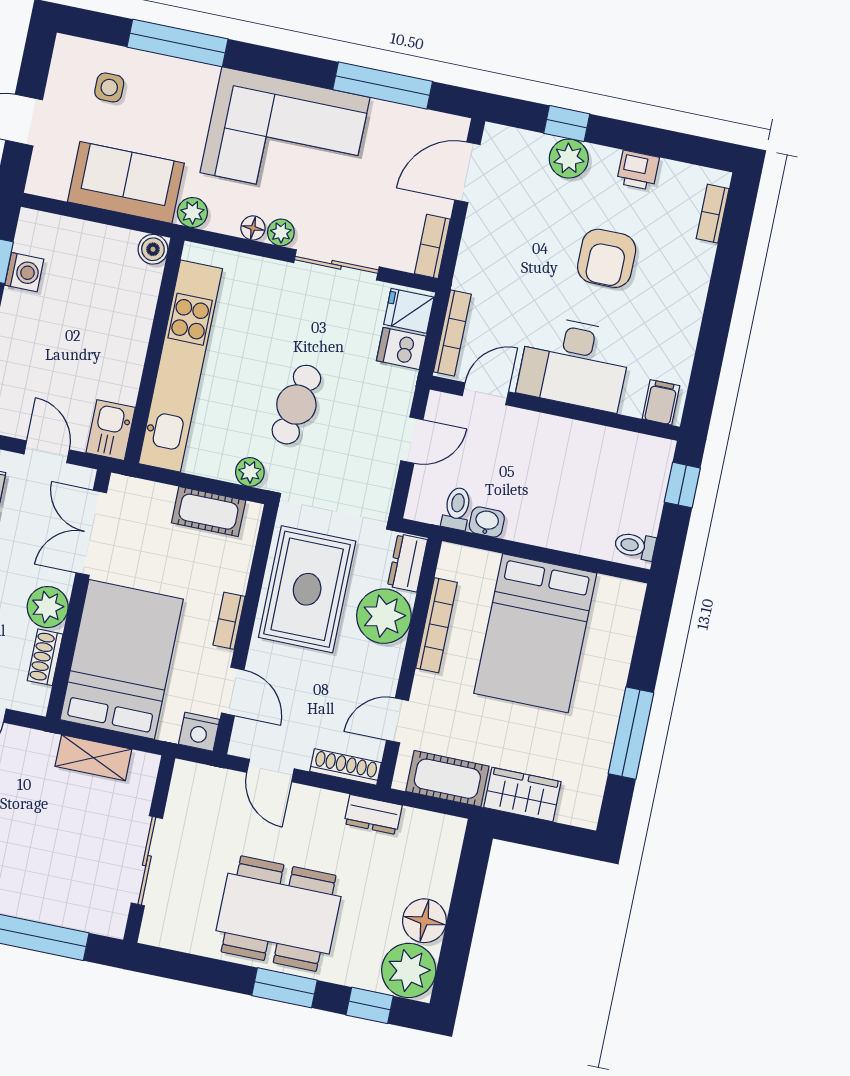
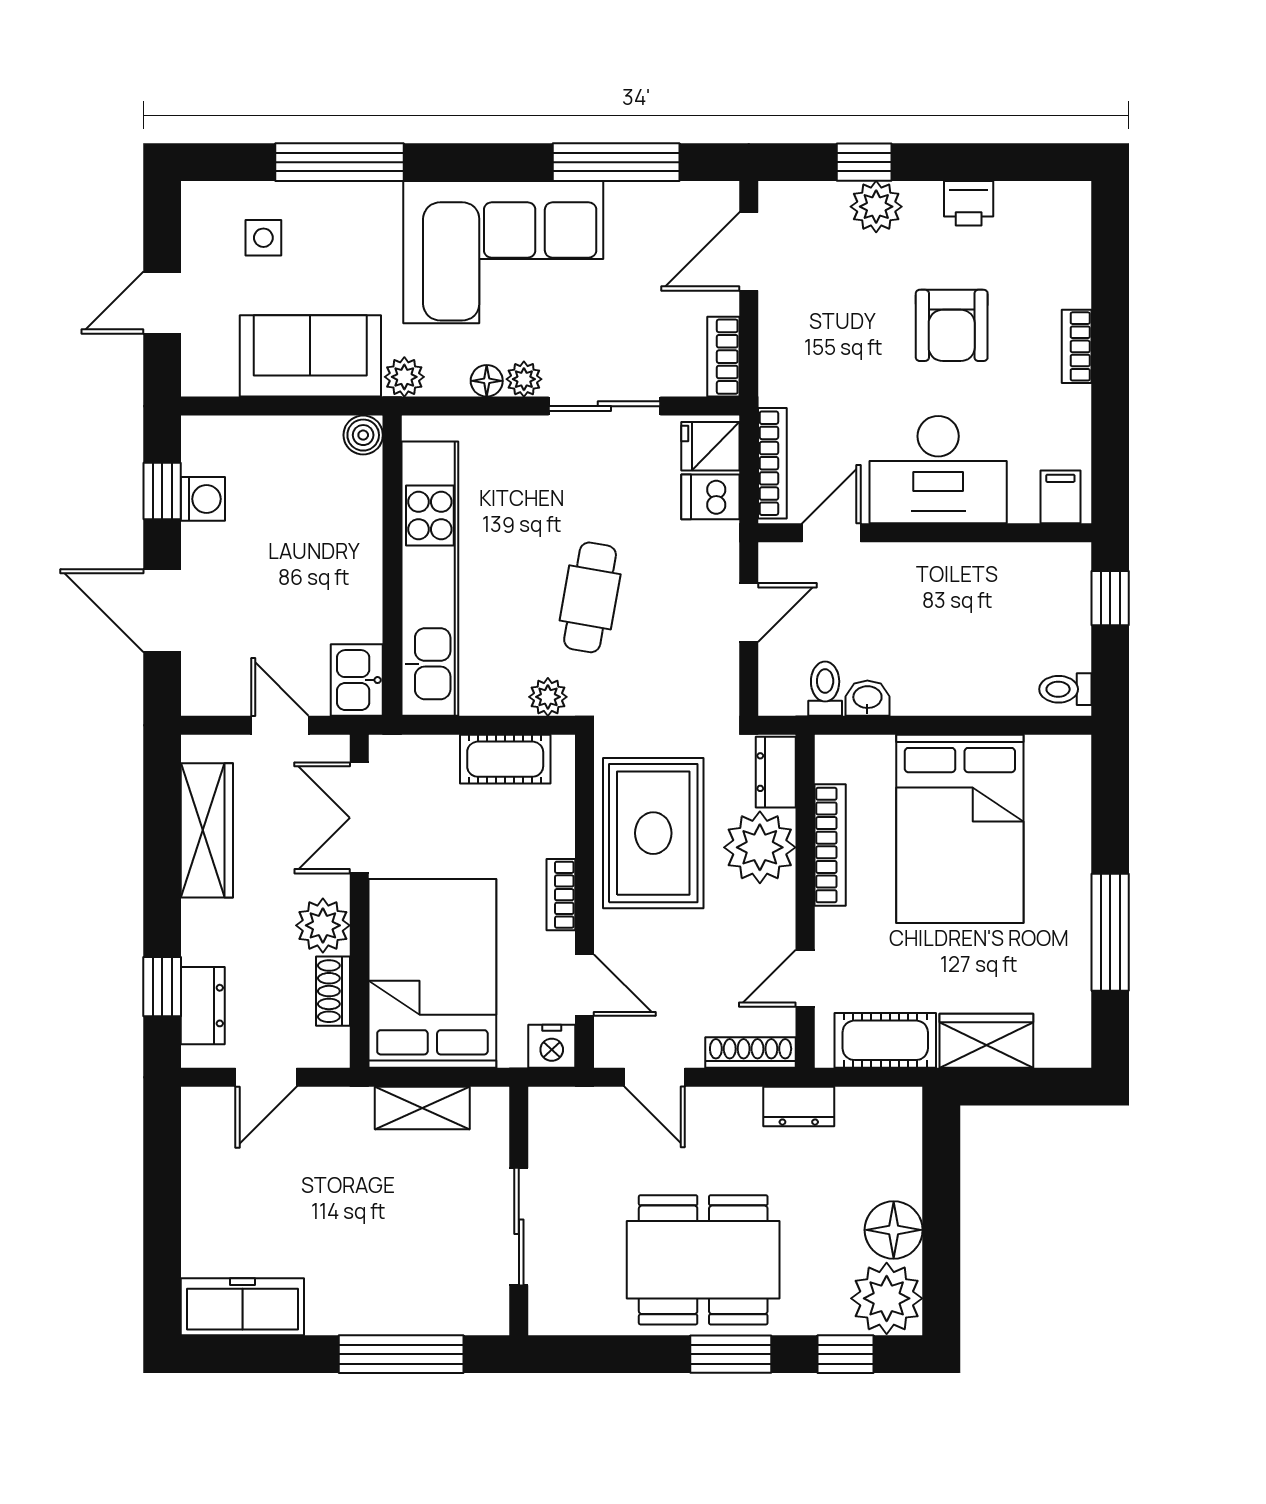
bookcase: (713, 214) -> (1077, 346), moved

